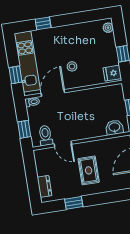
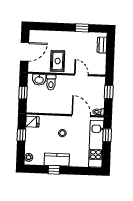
window: (43, 23) -> (54, 170), moved
kitchen counter: (72, 32) -> (57, 160), added
door: (53, 93) -> (81, 116), swing flipped
toilet: (45, 135) -> (51, 82), moved
rug: (89, 170) -> (58, 61), moved

